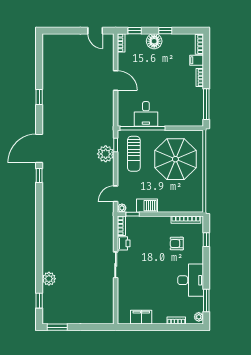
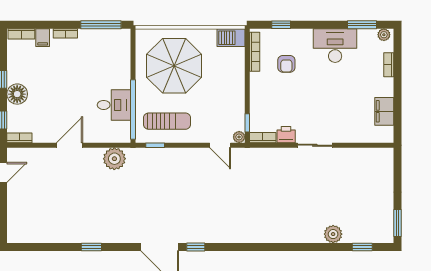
plant: (106, 154) -> (114, 159), moved
barbecue: (147, 206) -> (231, 38), moved, turned -90

